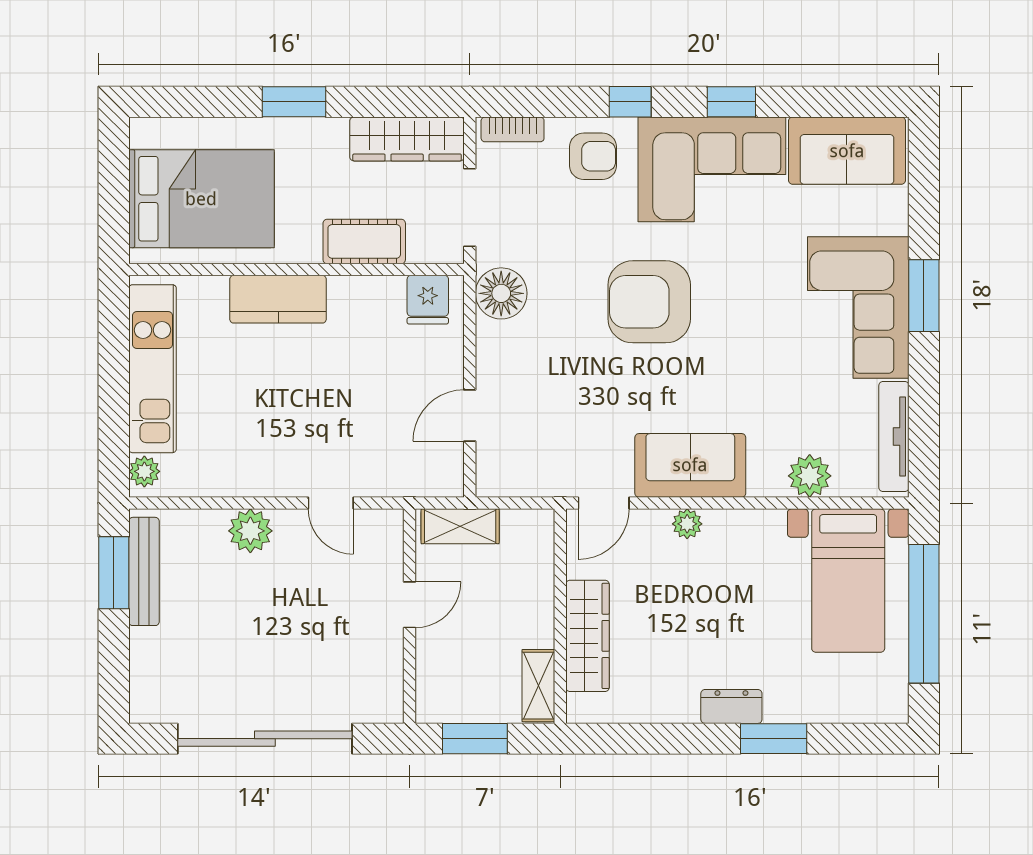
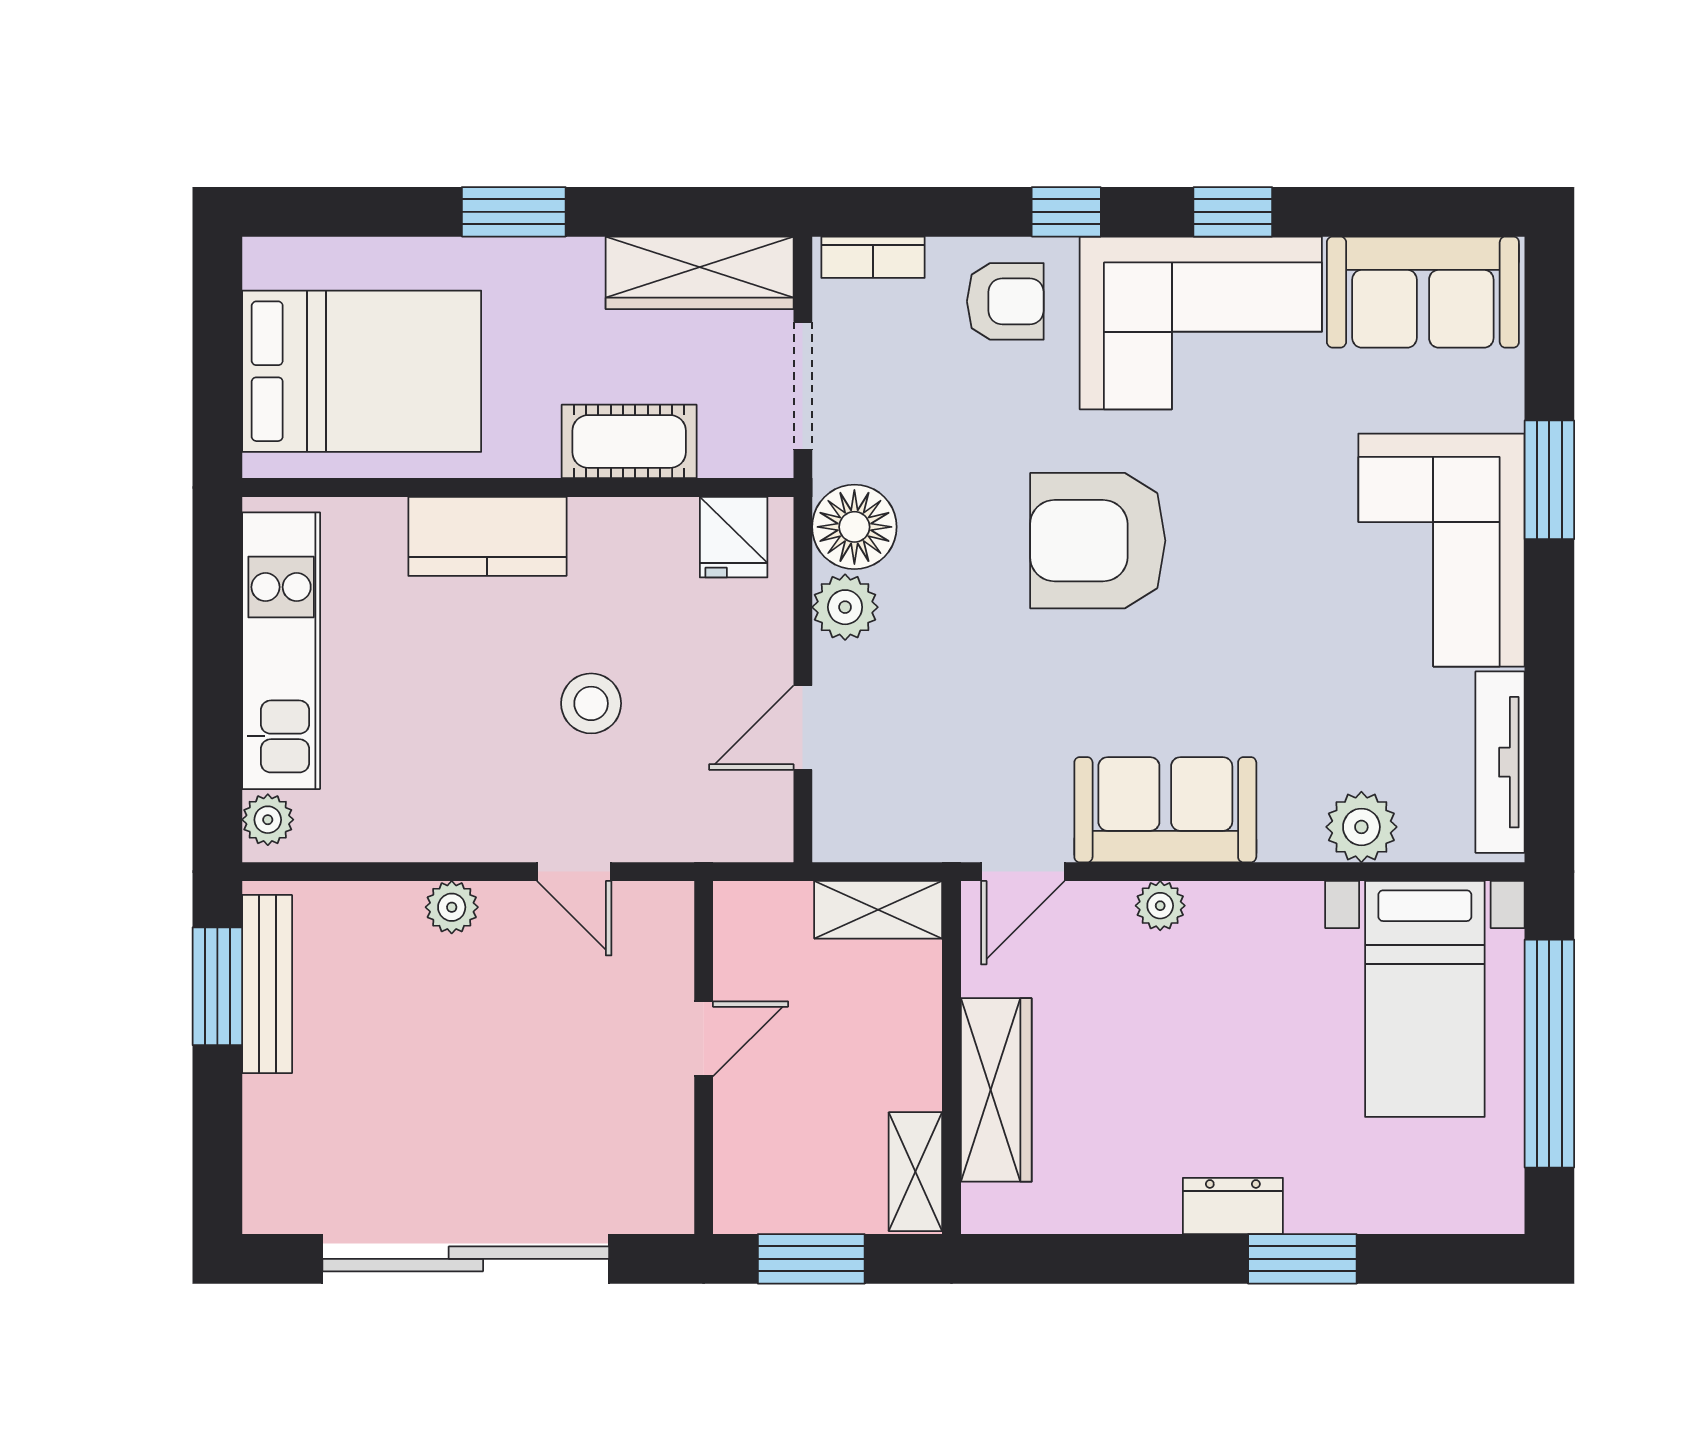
window: (924, 296) -> (1549, 480), moved
plant: (496, 342) -> (845, 607), added
stool: (341, 401) -> (591, 703), added
shelving: (460, 526) -> (878, 910), moved
plant: (250, 531) -> (452, 907), width x0.73, depth x0.73

